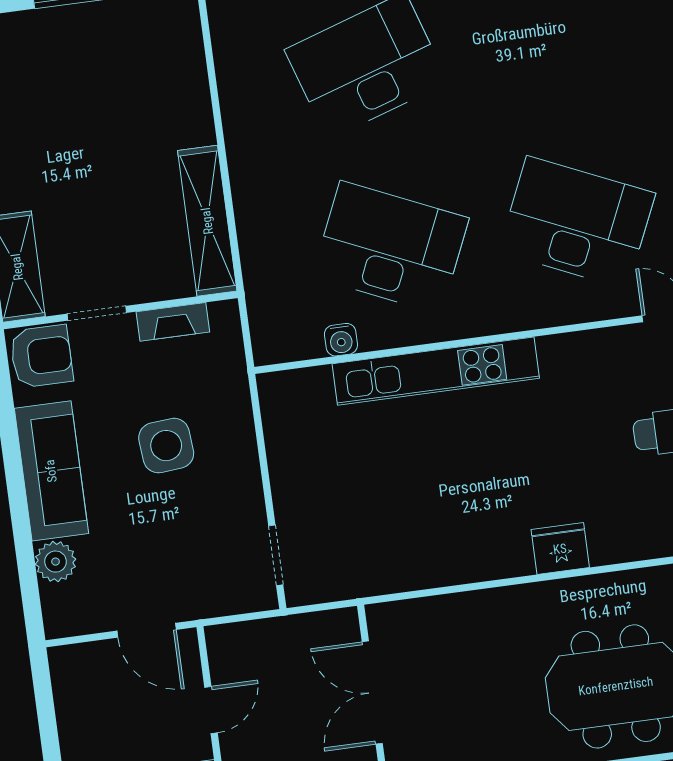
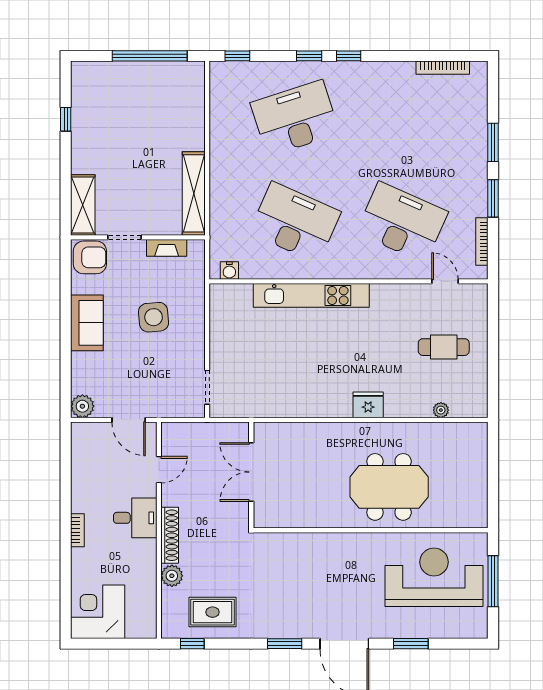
water cooler: (341, 340) -> (229, 271), moved
sofa: (51, 471) -> (87, 323), width x0.73
plant: (56, 562) -> (82, 406), moved

